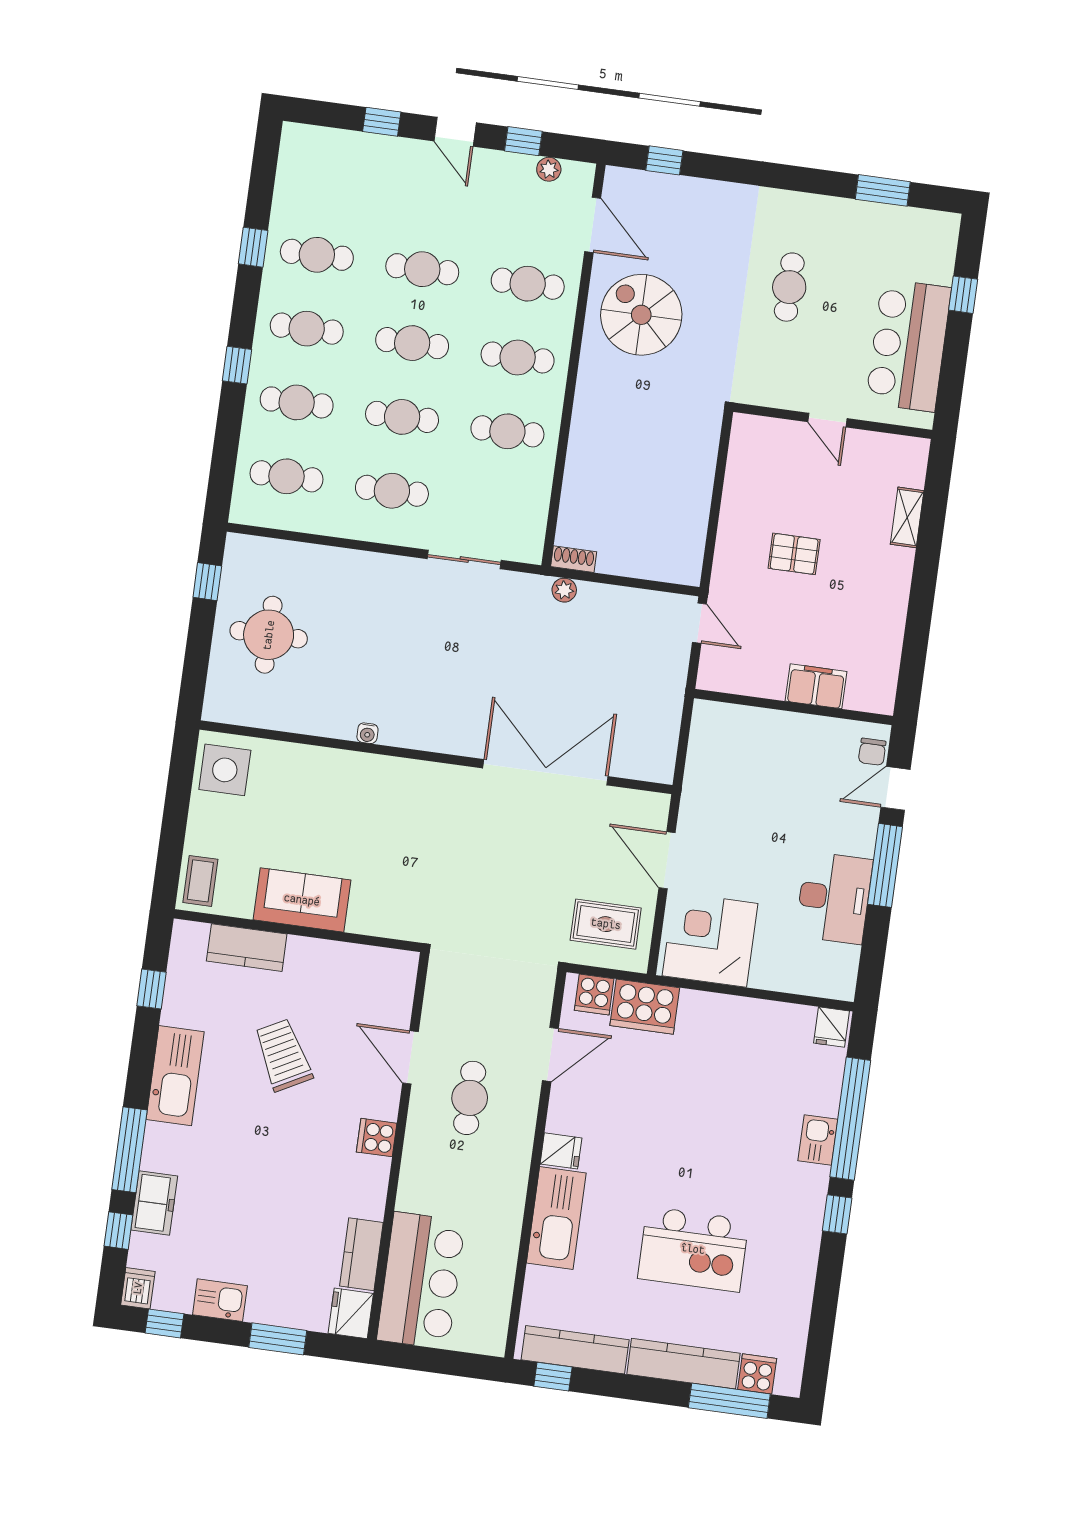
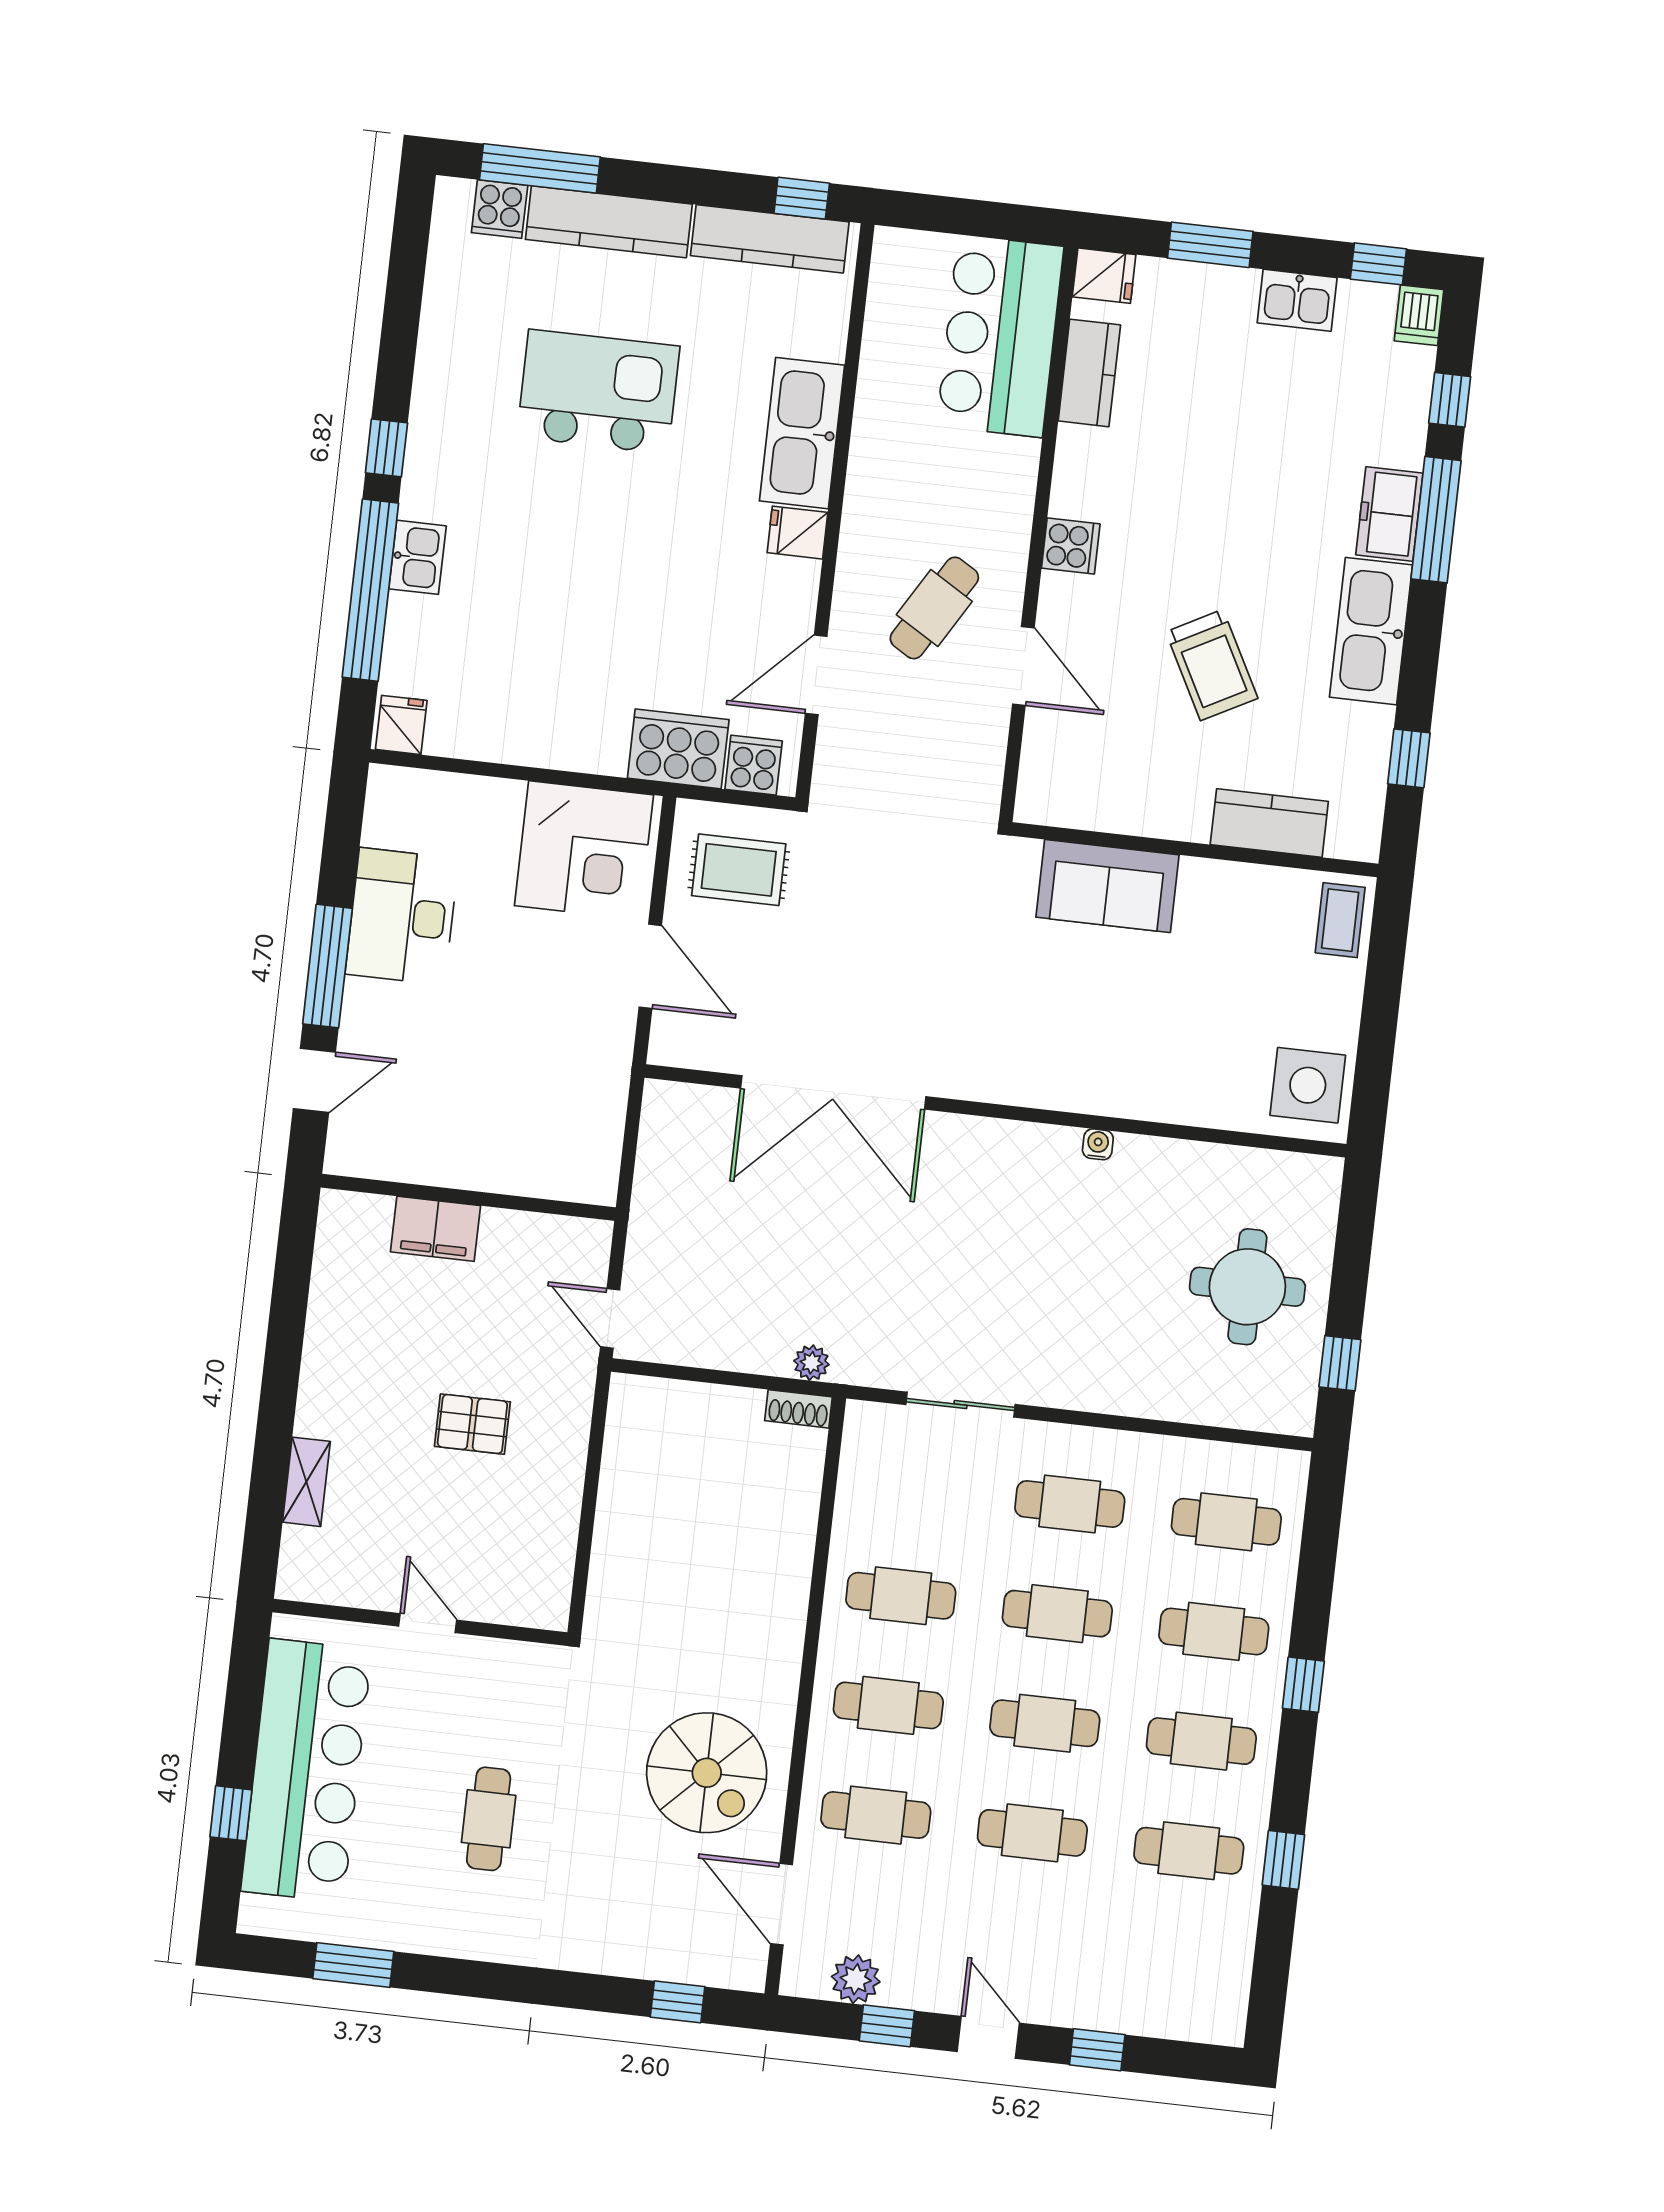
plant: (549, 169) -> (856, 1979), width x1.38, depth x1.38
bar counter: (908, 345) -> (306, 1770), width x1.36
chair: (872, 752) -> (350, 1134), removed
sofa: (302, 900) -> (1107, 886), moved
cafe table: (470, 1098) -> (934, 608), turned 31
freezer: (154, 1203) -> (1389, 514), moved
fridge: (351, 1313) -> (1104, 276), width x0.72

